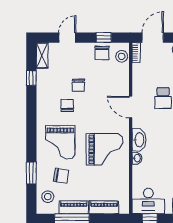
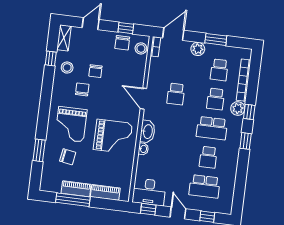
stool: (48, 197) -> (67, 68), moved

